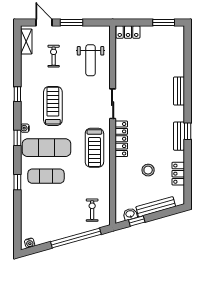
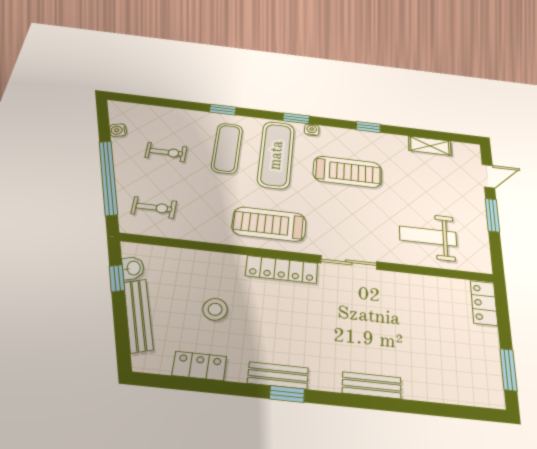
shelving: (26, 41) -> (430, 146), moved
exercise bike: (54, 56) -> (166, 152), moved
water cooler: (30, 243) -> (118, 130), moved

